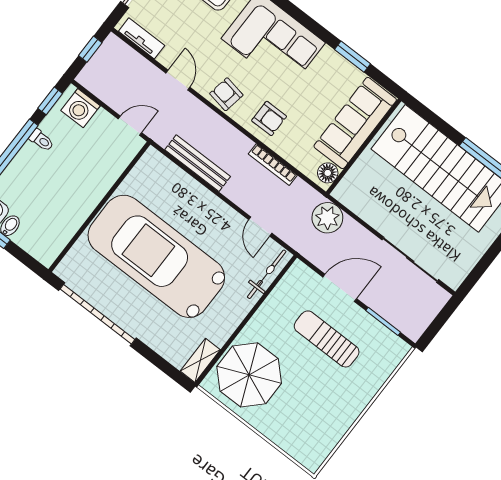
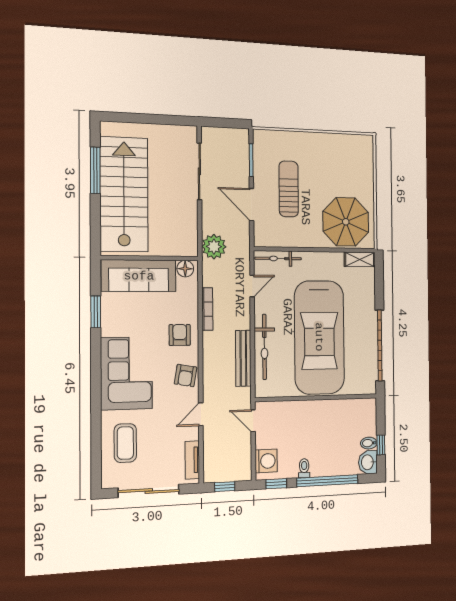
bicycle: (192, 193) -> (264, 347), added
sun lounger: (327, 339) -> (289, 189), turned 180

